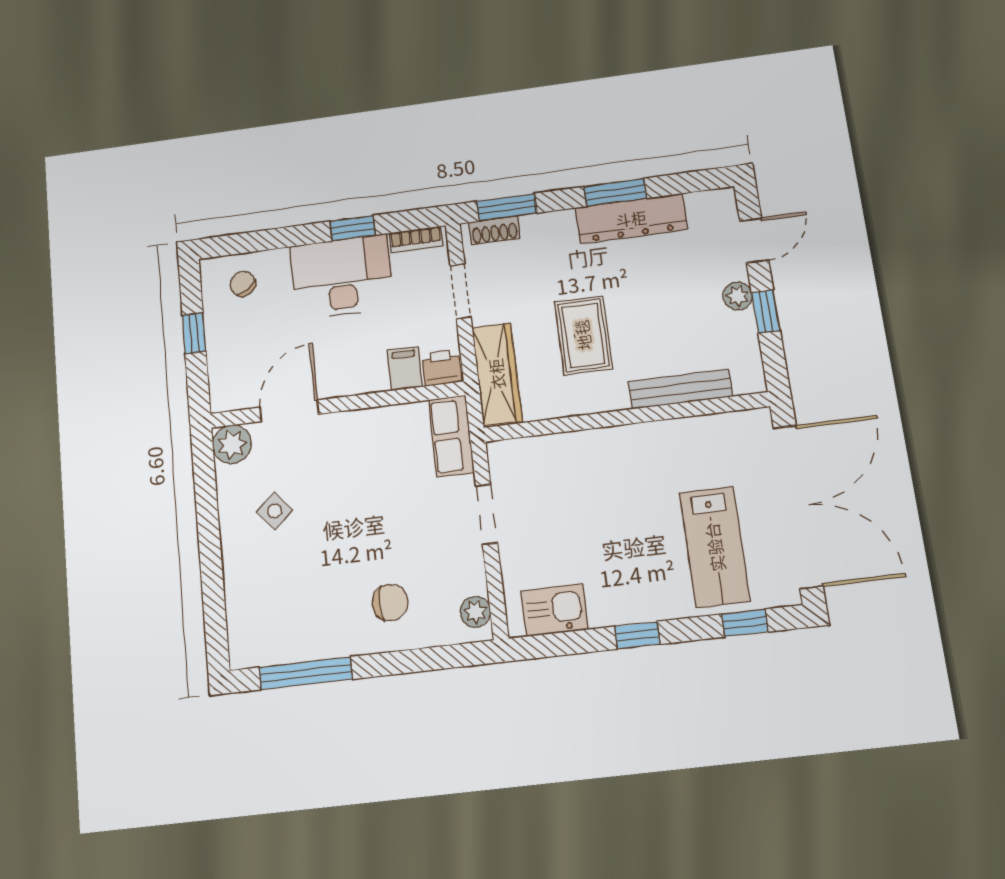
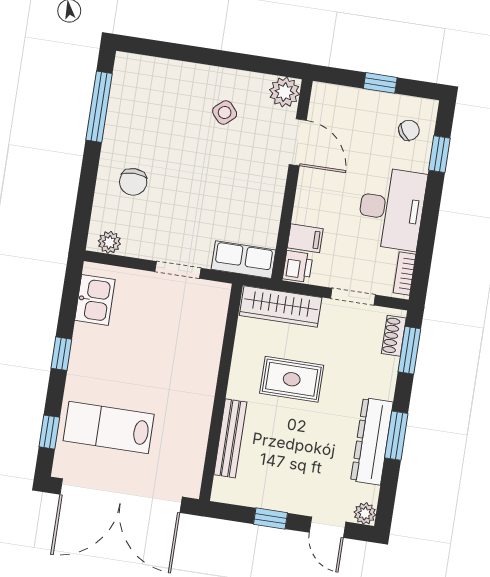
window: (353, 228) -> (439, 154), moved
plant: (738, 296) -> (365, 513), moved

